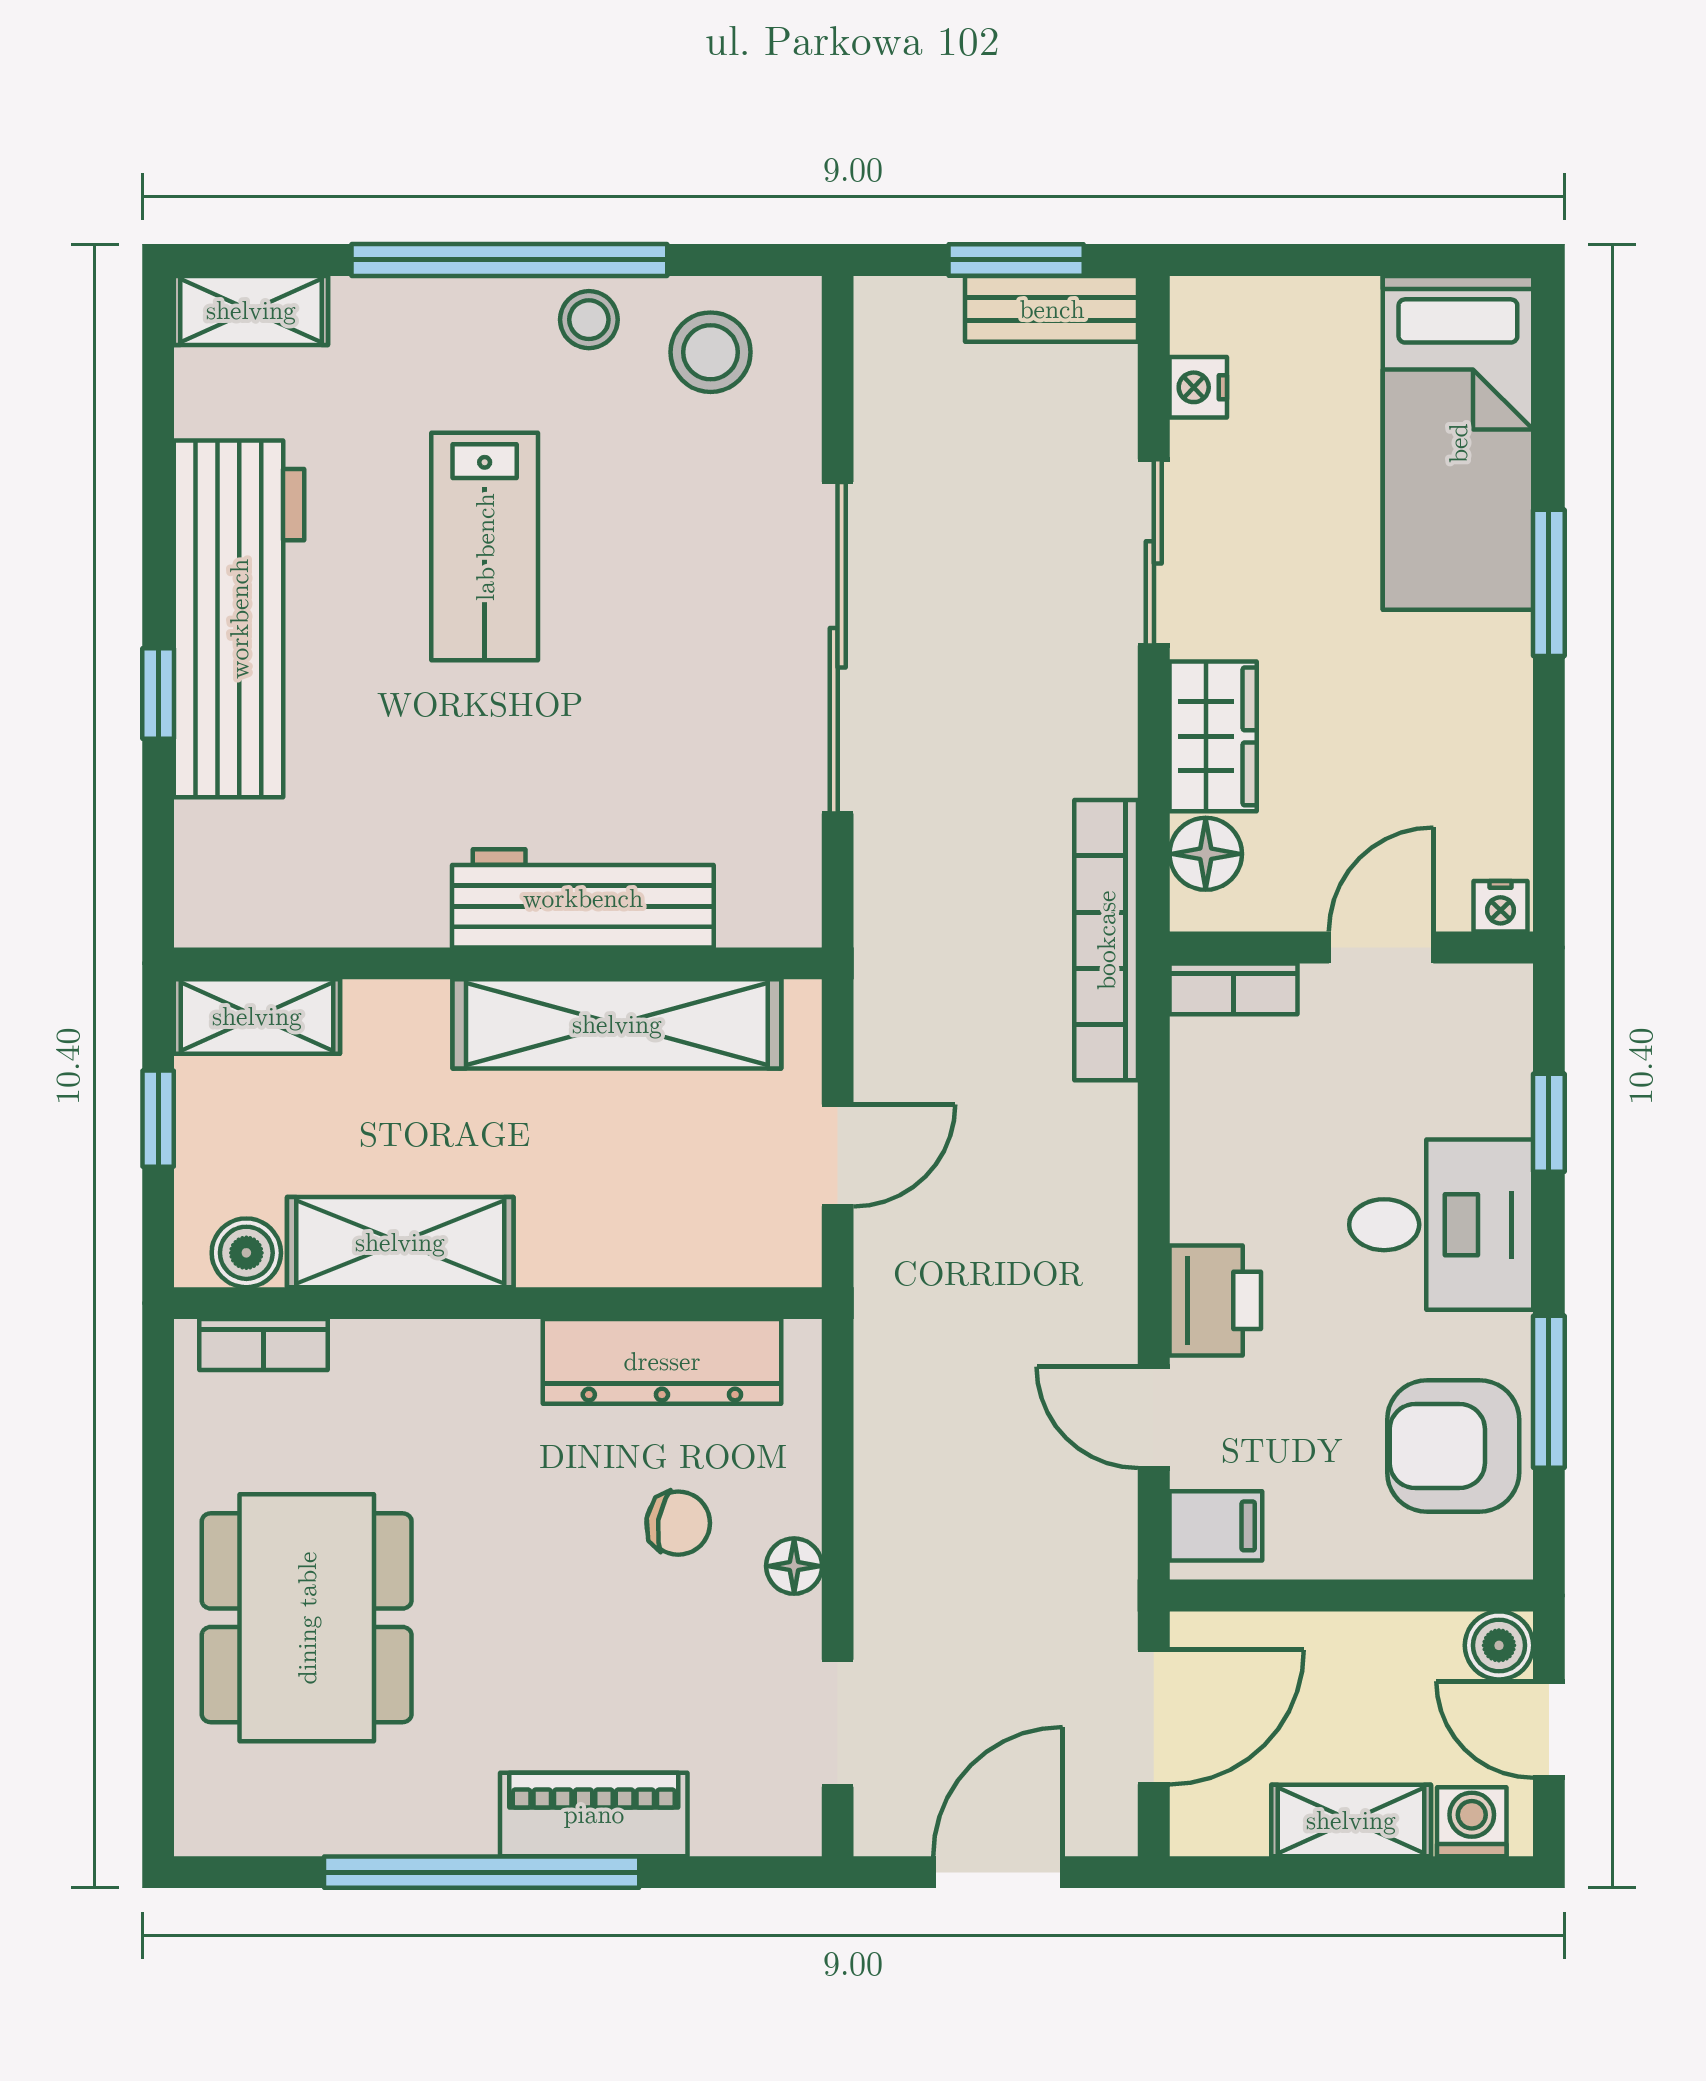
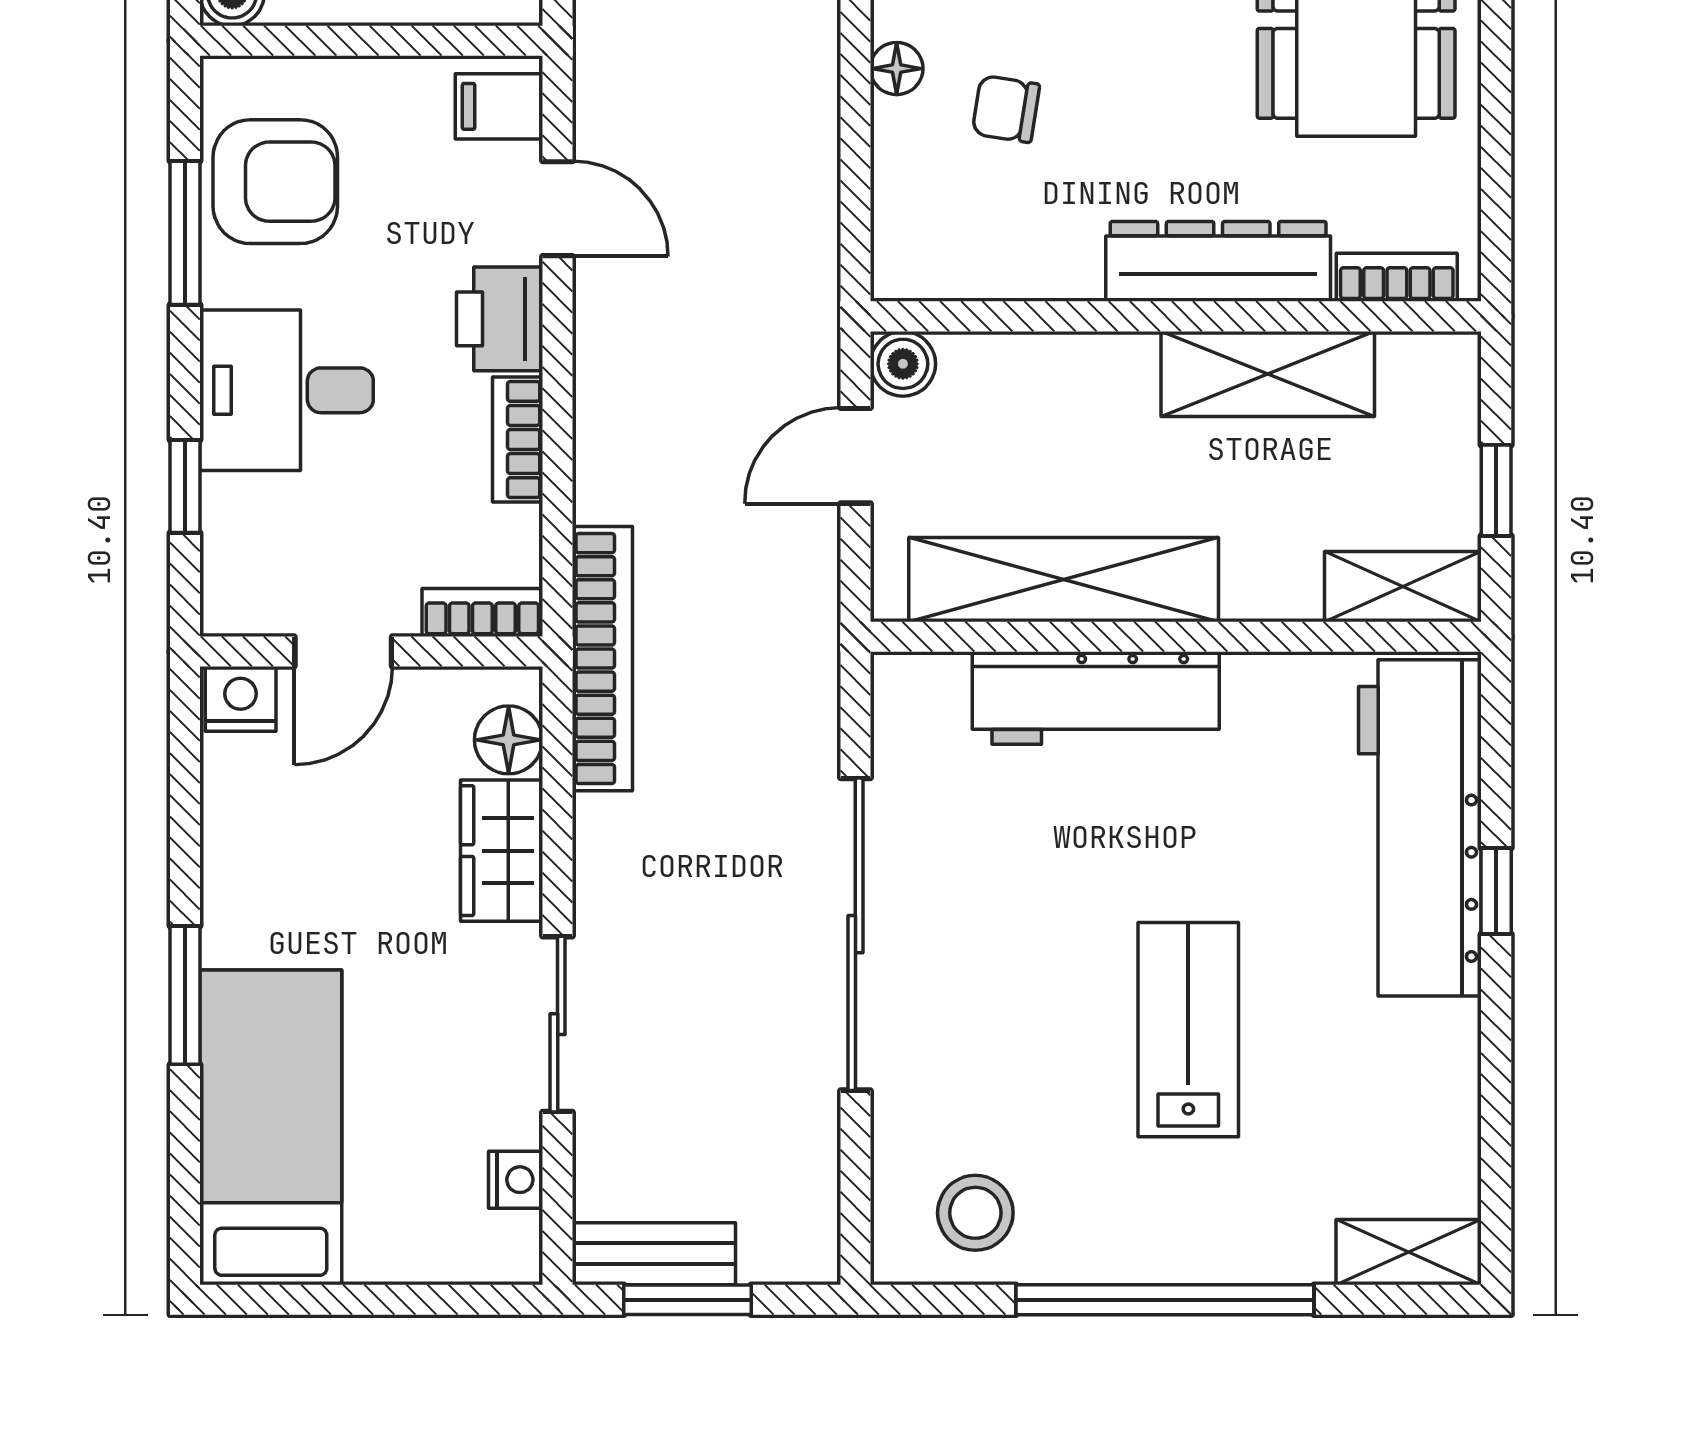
stool: (589, 320) -> (1090, 1243), removed
workbench: (239, 619) -> (1420, 828), moved
nightstand: (1501, 906) -> (241, 699), width x1.39, depth x1.35
bookcase: (1196, 1172) -> (518, 440), added
boiler: (246, 1253) -> (903, 364), moved
dresser: (662, 1361) -> (1218, 261), moved

